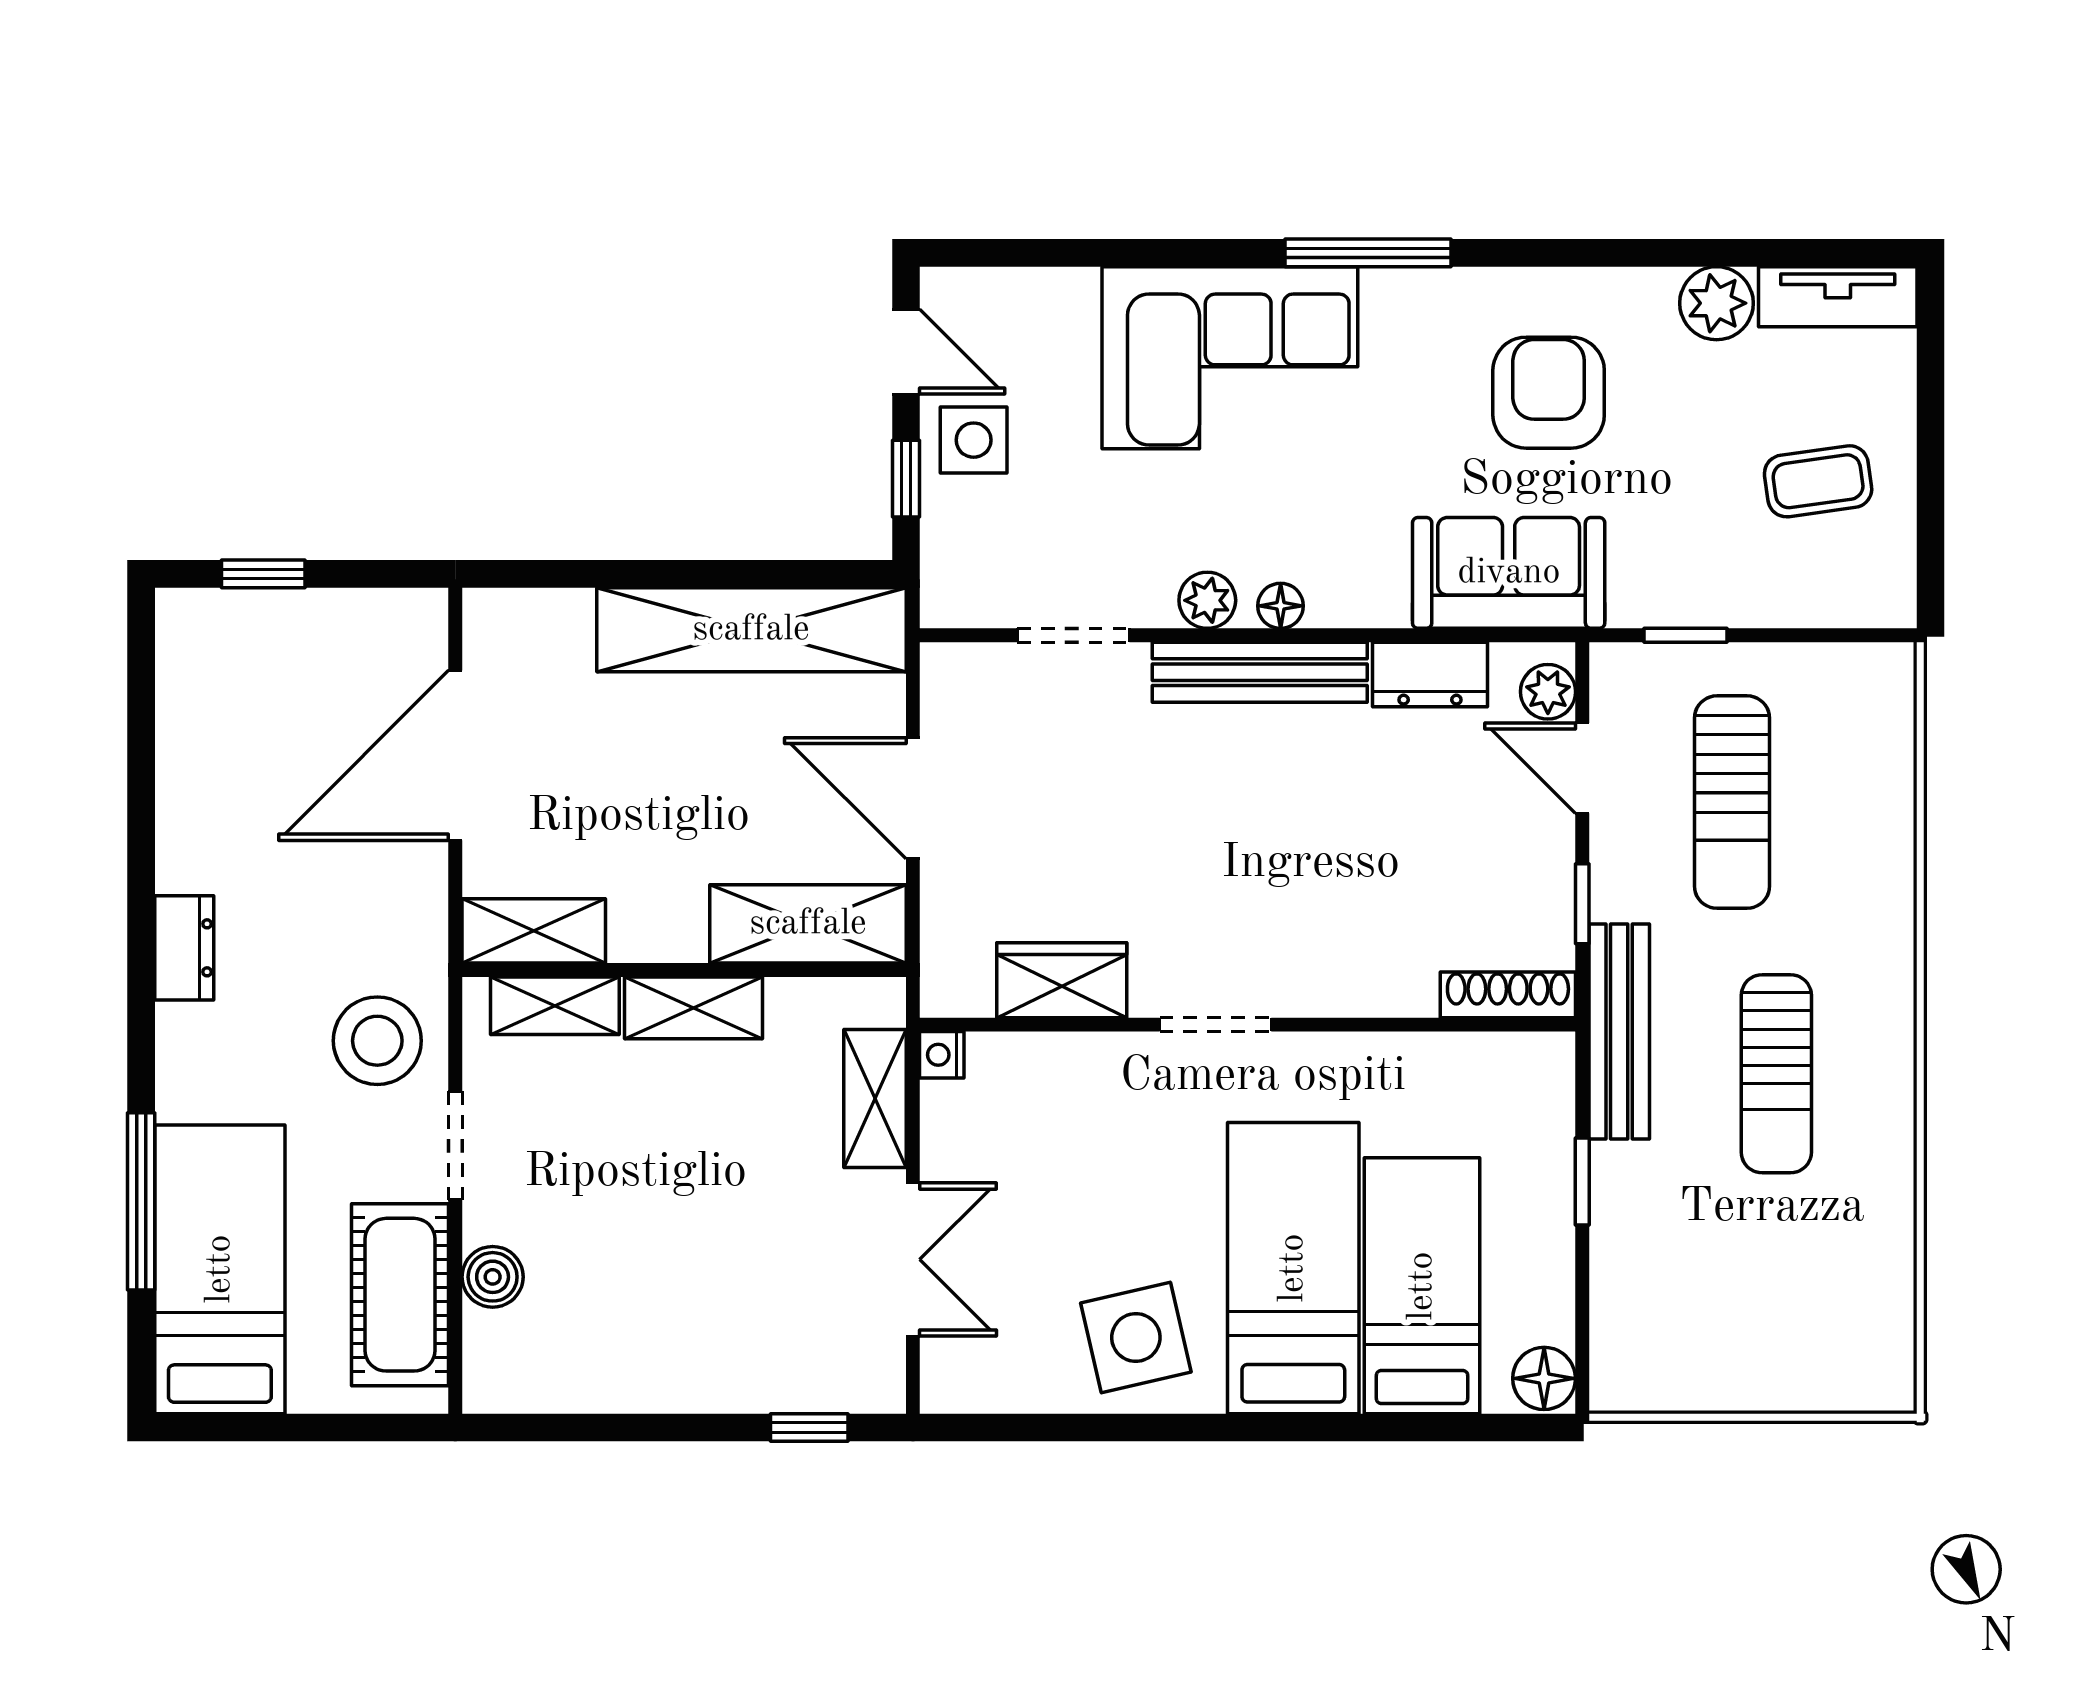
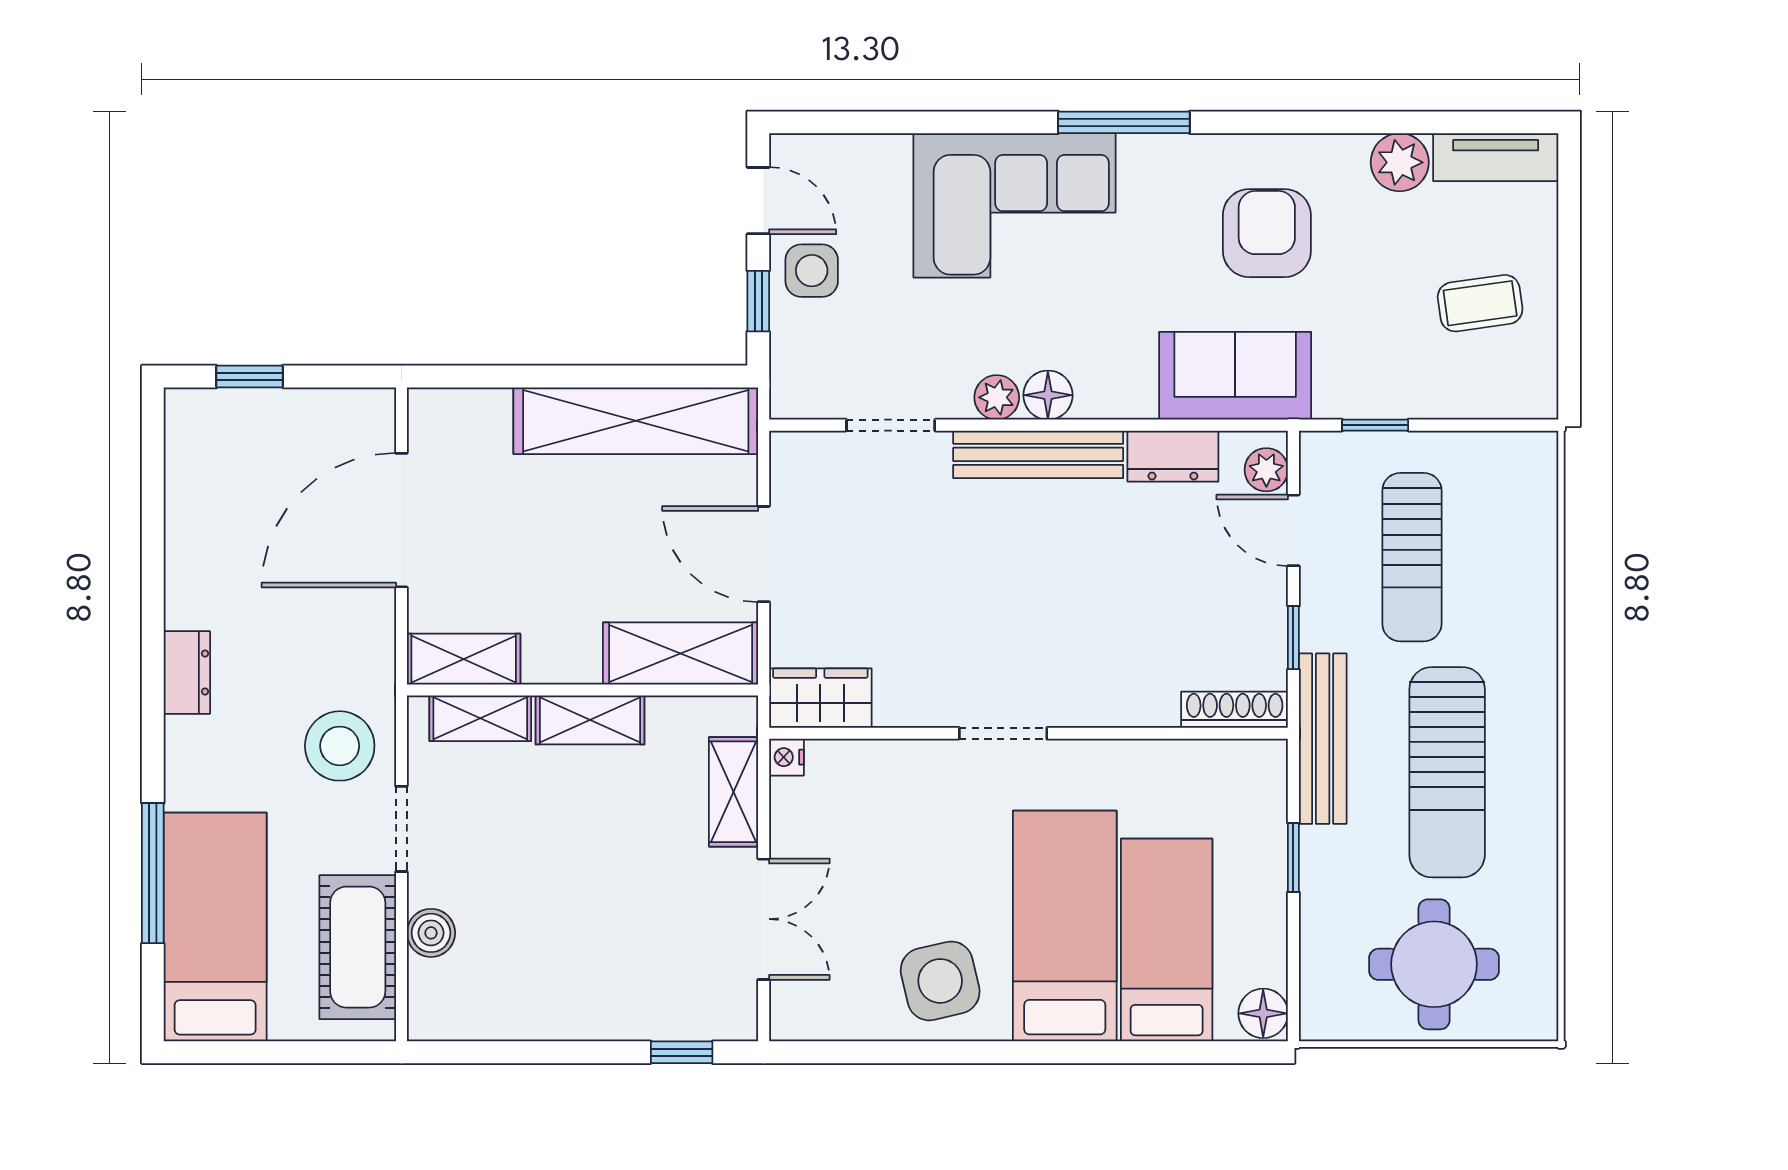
floor lamp: (1281, 606) -> (1048, 395), width x1.37, depth x1.37
wardrobe: (1062, 980) -> (820, 698), moved
sun lounger: (1776, 1074) -> (1447, 772), width x1.36, depth x1.34
round table: (1760, 1317) -> (1434, 964), added

